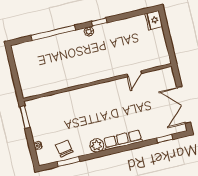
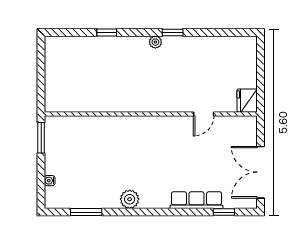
fridge: (154, 20) -> (247, 101), moved
window: (53, 33) -> (107, 32), width x0.32
row of seats: (123, 140) -> (197, 200), moved
chair: (64, 148) -> (85, 193), removed

